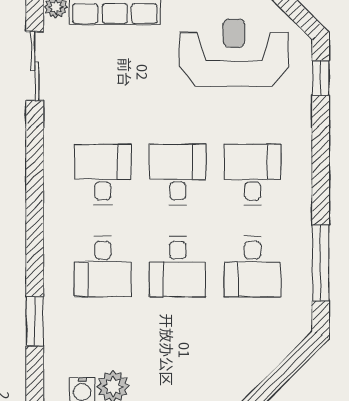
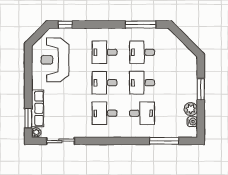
desk: (178, 267) -> (142, 83), turned 180
desk: (253, 267) -> (142, 52), turned 180
window: (35, 321) -> (164, 141), width x1.44

